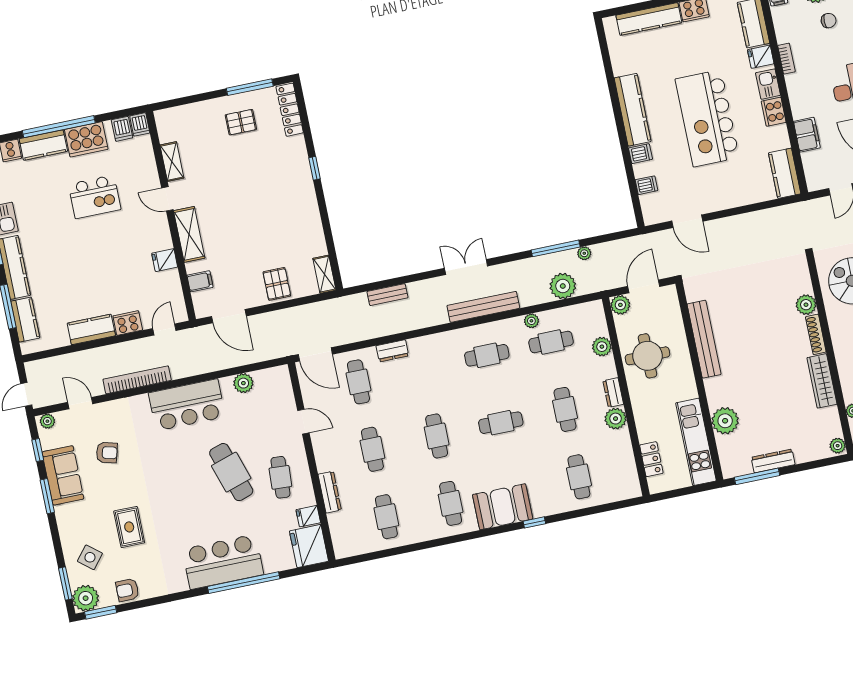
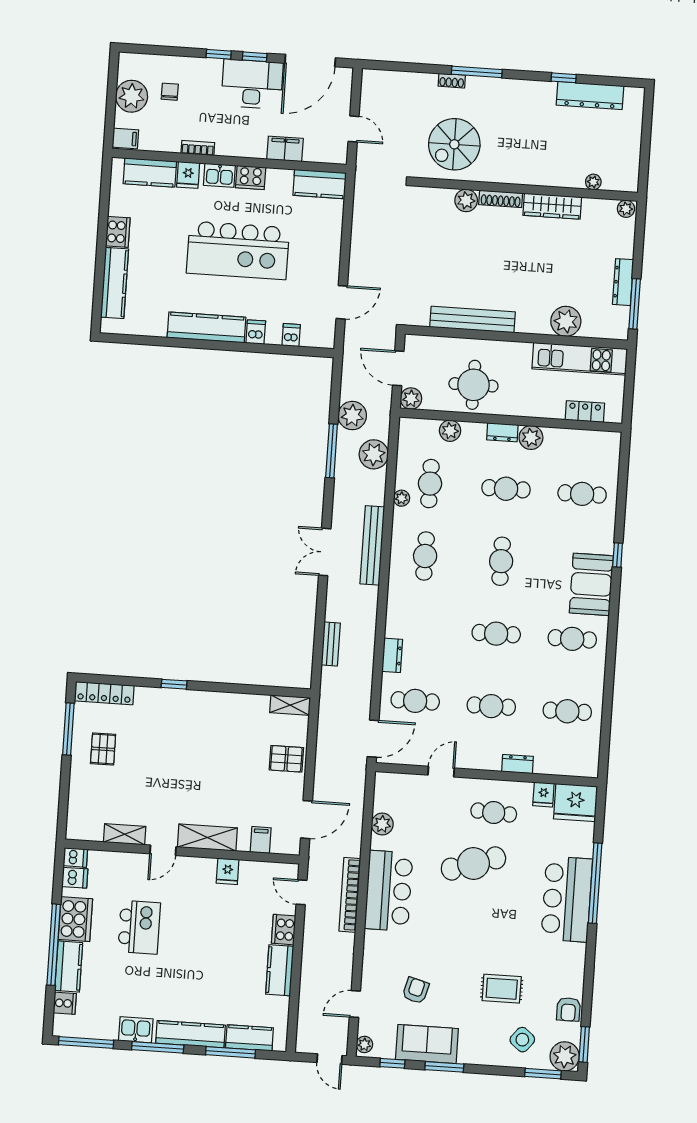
plant: (584, 253) -> (352, 416), width x1.88, depth x1.88
bookcase: (137, 380) -> (350, 895), moved
dresser: (330, 492) -> (517, 764), width x0.70

